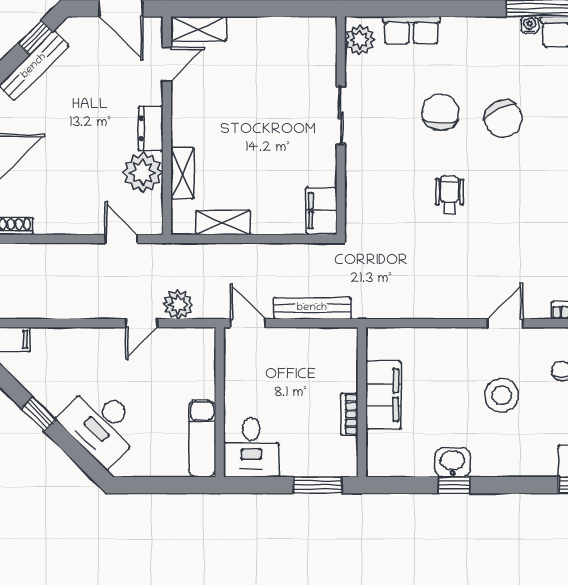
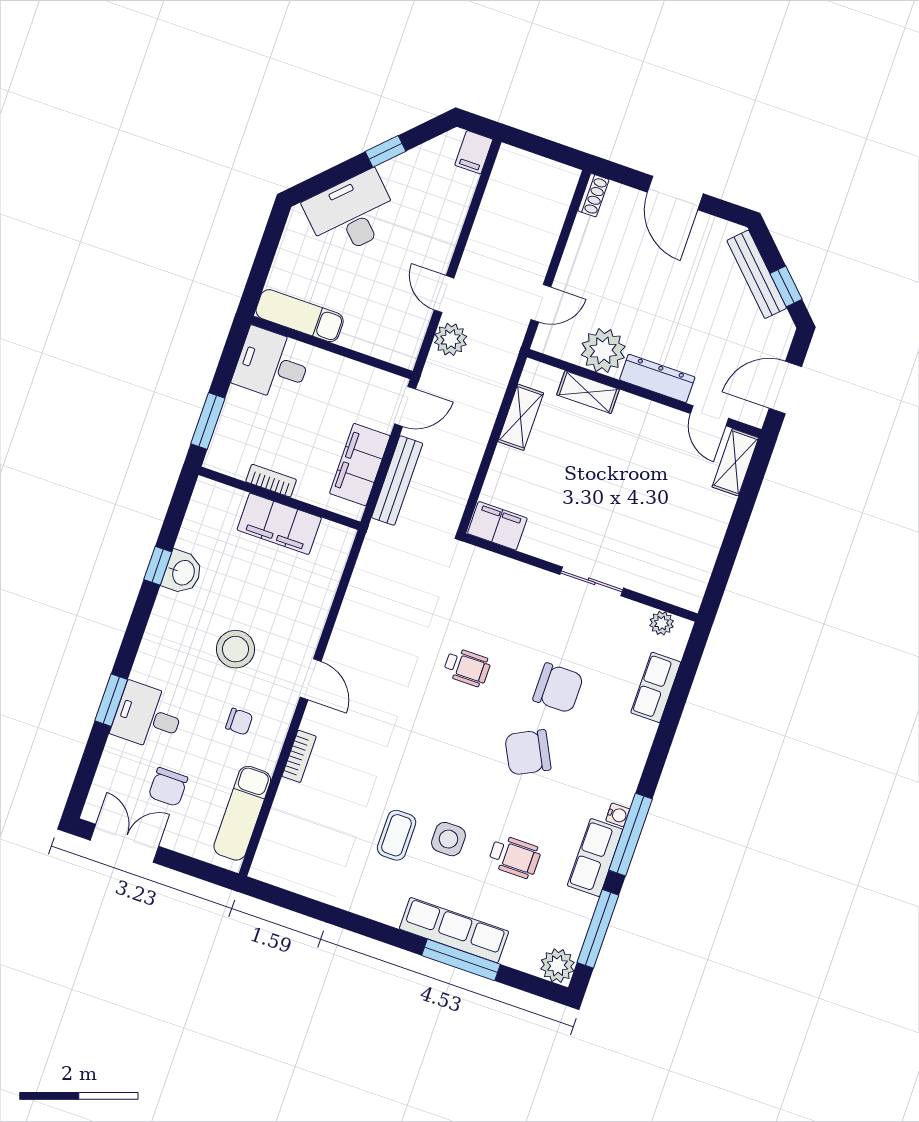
plant: (360, 40) -> (662, 623), width x0.73, depth x0.73
dresser: (151, 129) -> (657, 378), width x1.44
filing cabinet: (310, 344) -> (360, 465), added

